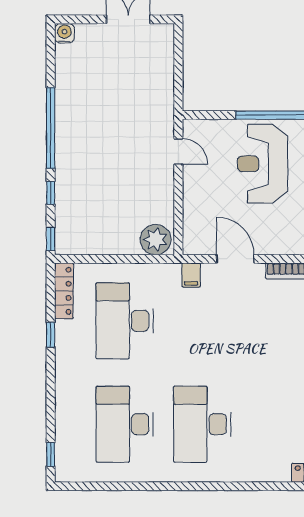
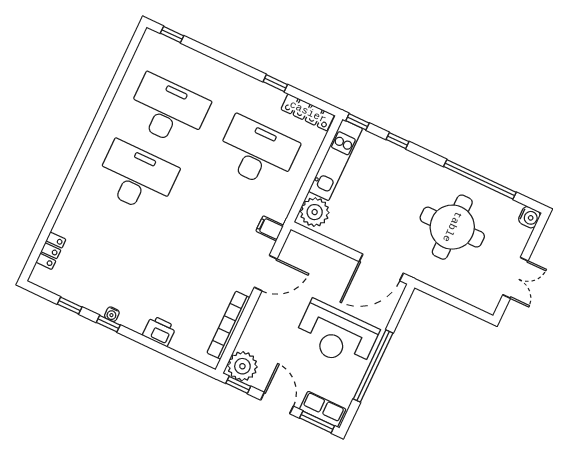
round table: (108, 102) -> (452, 227), added
window: (51, 128) -> (480, 179), moved
door: (178, 151) -> (381, 267), width x1.88
reception desk: (263, 164) -> (336, 335), turned 180
kitchen unit: (97, 243) -> (336, 160), added

